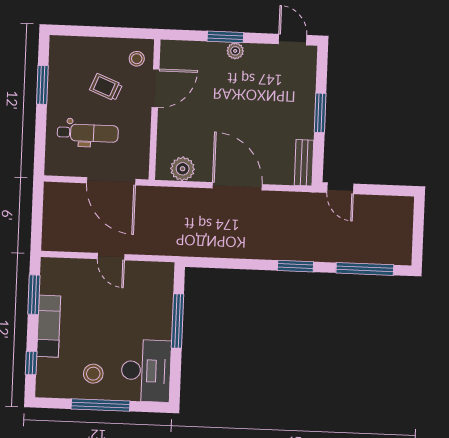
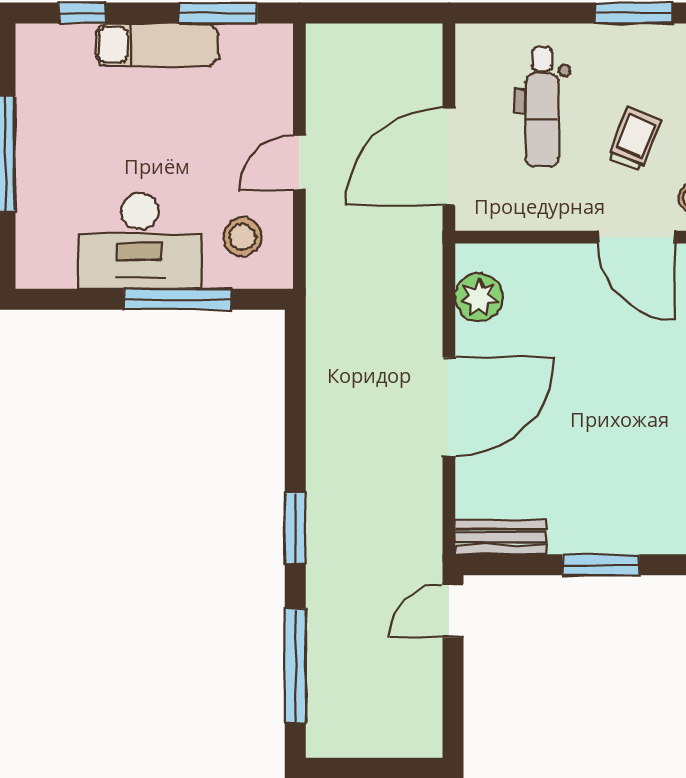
desk: (146, 371) -> (140, 241), moved
stool: (93, 374) -> (242, 237), moved

